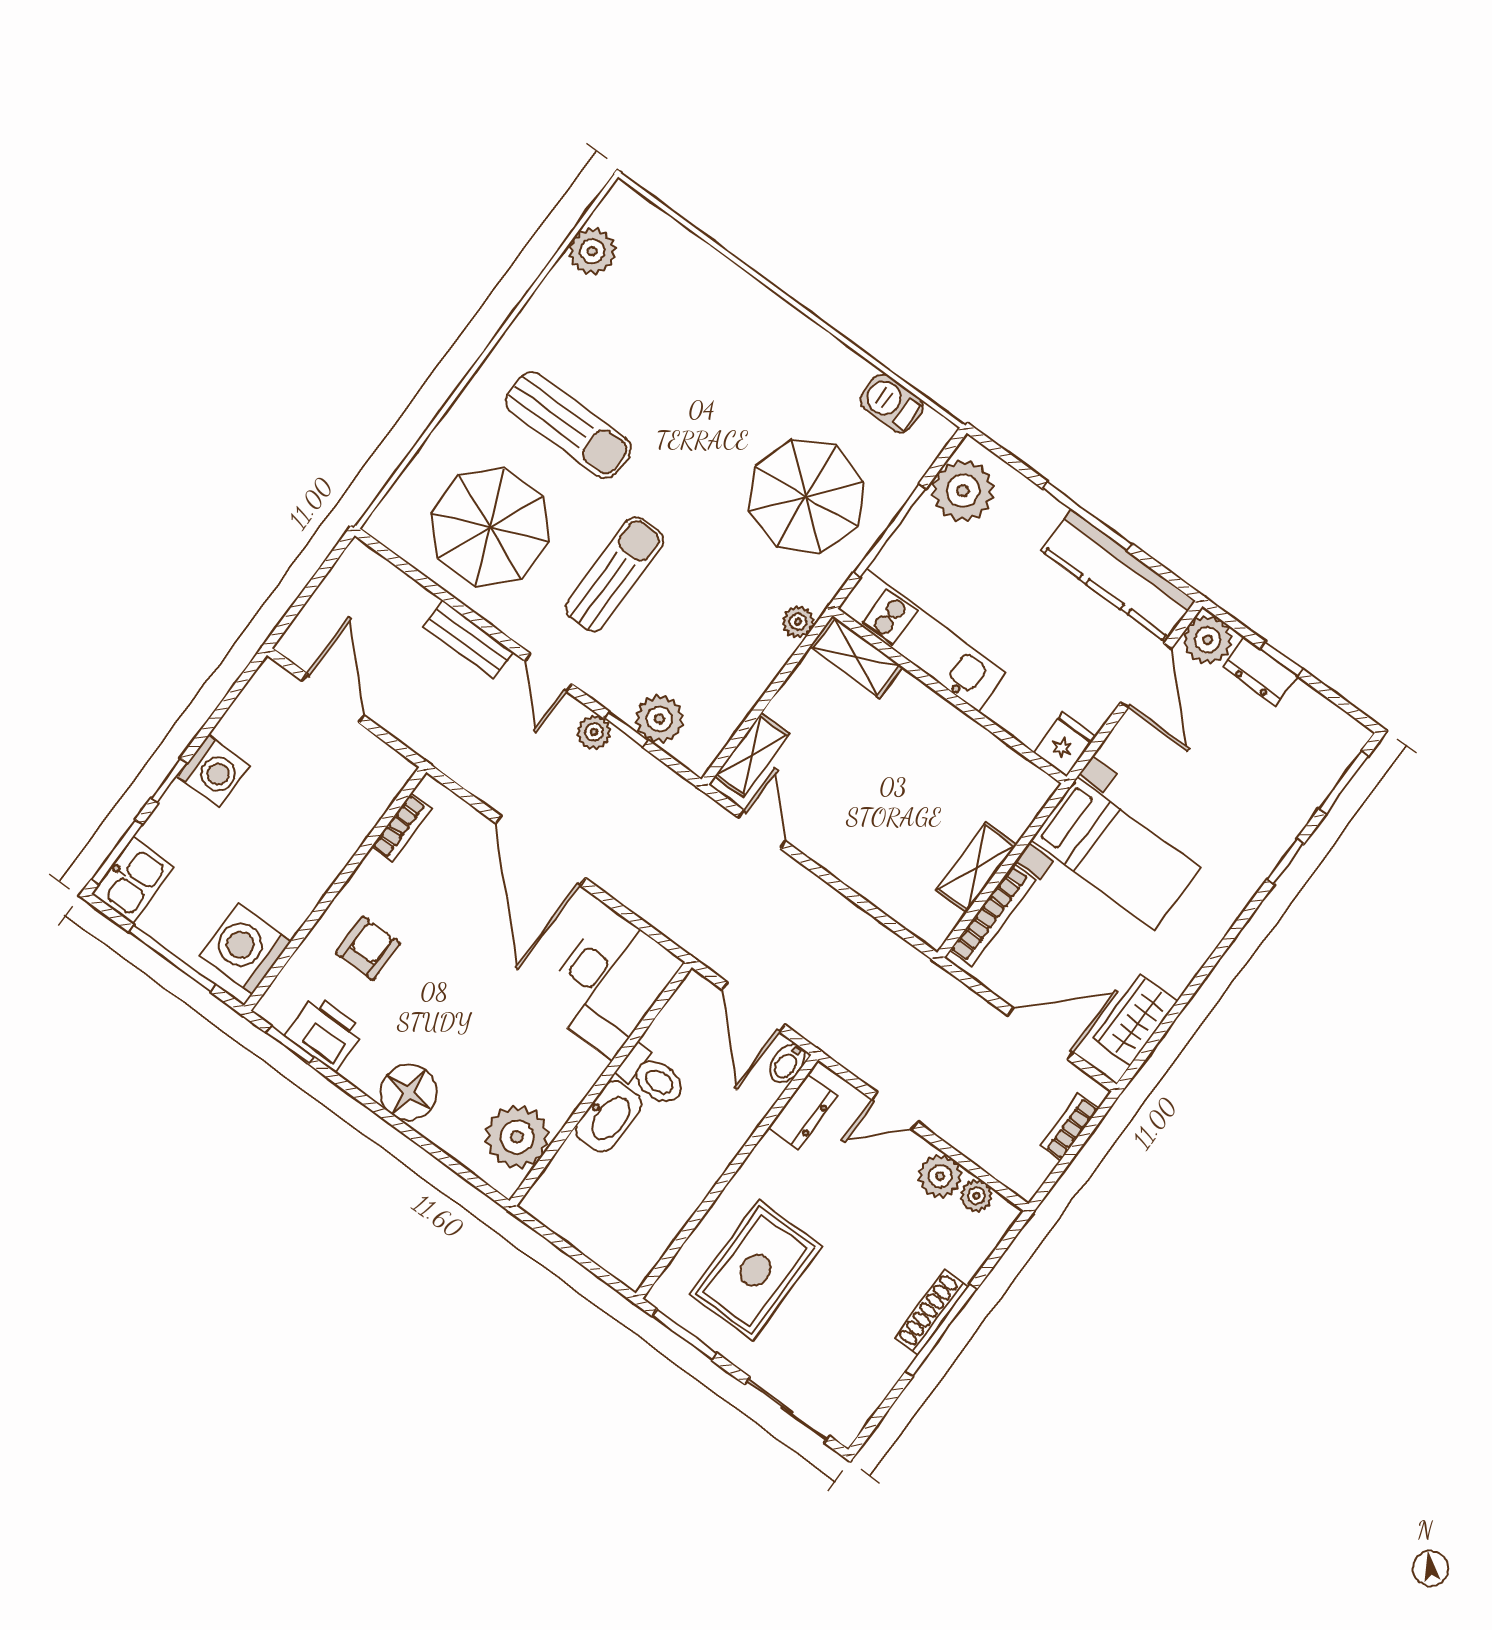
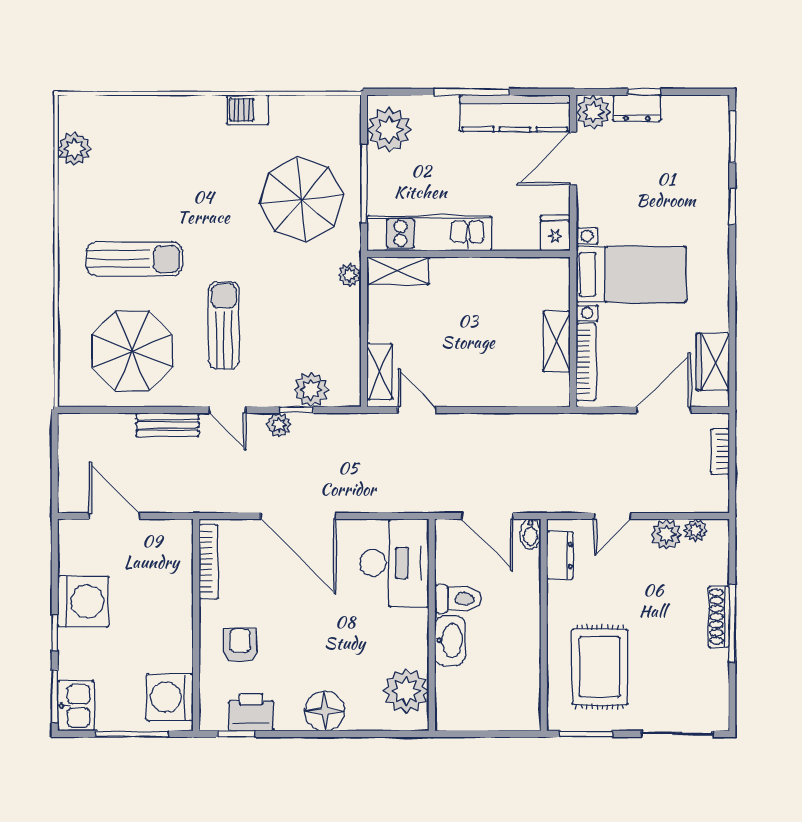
barbecue: (892, 403) -> (248, 110), moved
door: (1146, 676) -> (573, 159), swing flipped
washing machine: (214, 771) -> (83, 601), width x1.37, depth x1.37
bookcase: (402, 828) -> (209, 562), width x1.56

